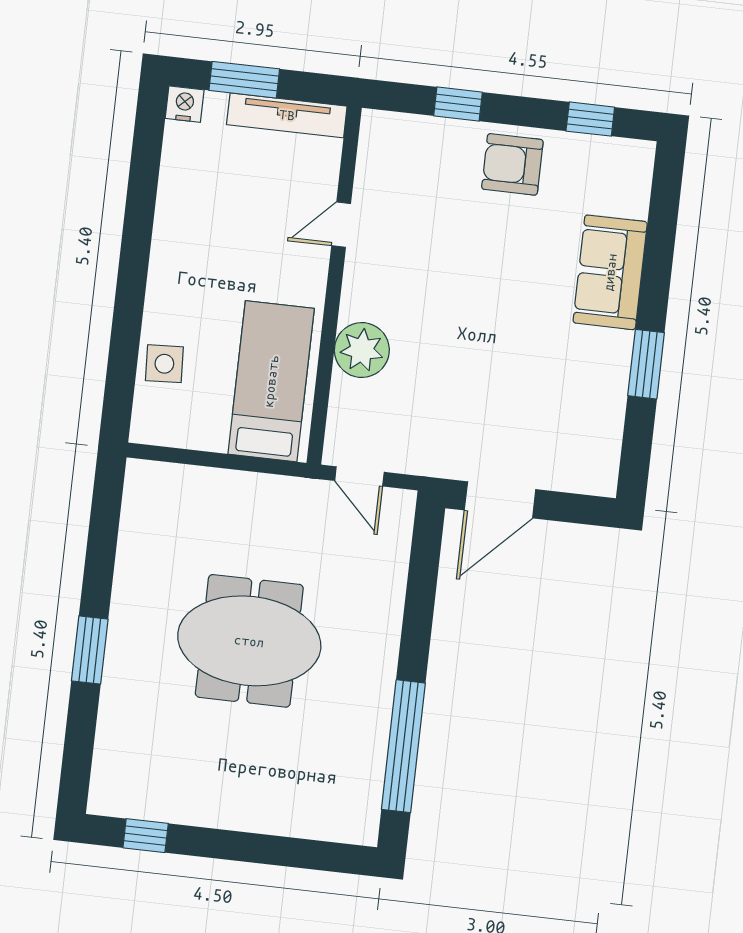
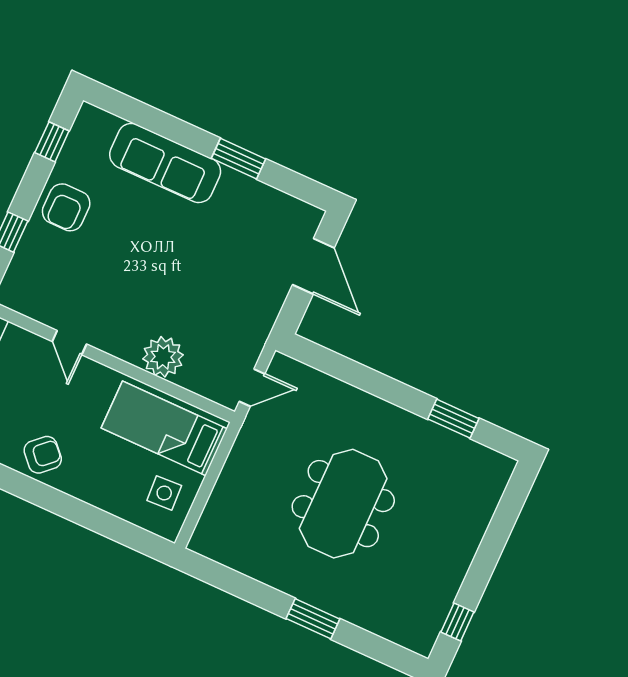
armchair: (187, 237) -> (43, 455), added
sofa: (610, 272) -> (165, 163), width x1.36
side table: (164, 364) -> (164, 493), moved
door: (500, 500) -> (313, 266), moved
window: (403, 746) -> (453, 419), width x0.47

